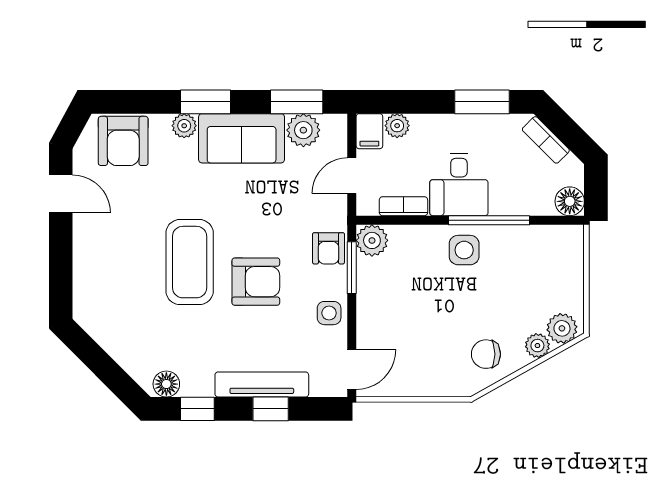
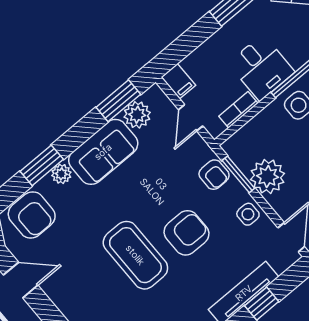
window: (205, 102) -> (42, 165), moved
plant: (397, 126) -> (193, 63), removed
plant: (372, 240) -> (268, 177), moved, width x1.36, depth x1.36

